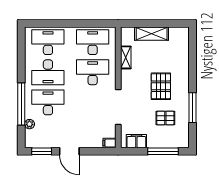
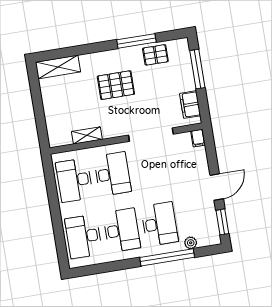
shelving: (152, 34) -> (58, 67), moved, turned 90
desk: (93, 72) -> (112, 174), turned 180
desk: (48, 102) -> (160, 224), turned 180
pallet: (165, 118) -> (155, 55), moved, turned 90

